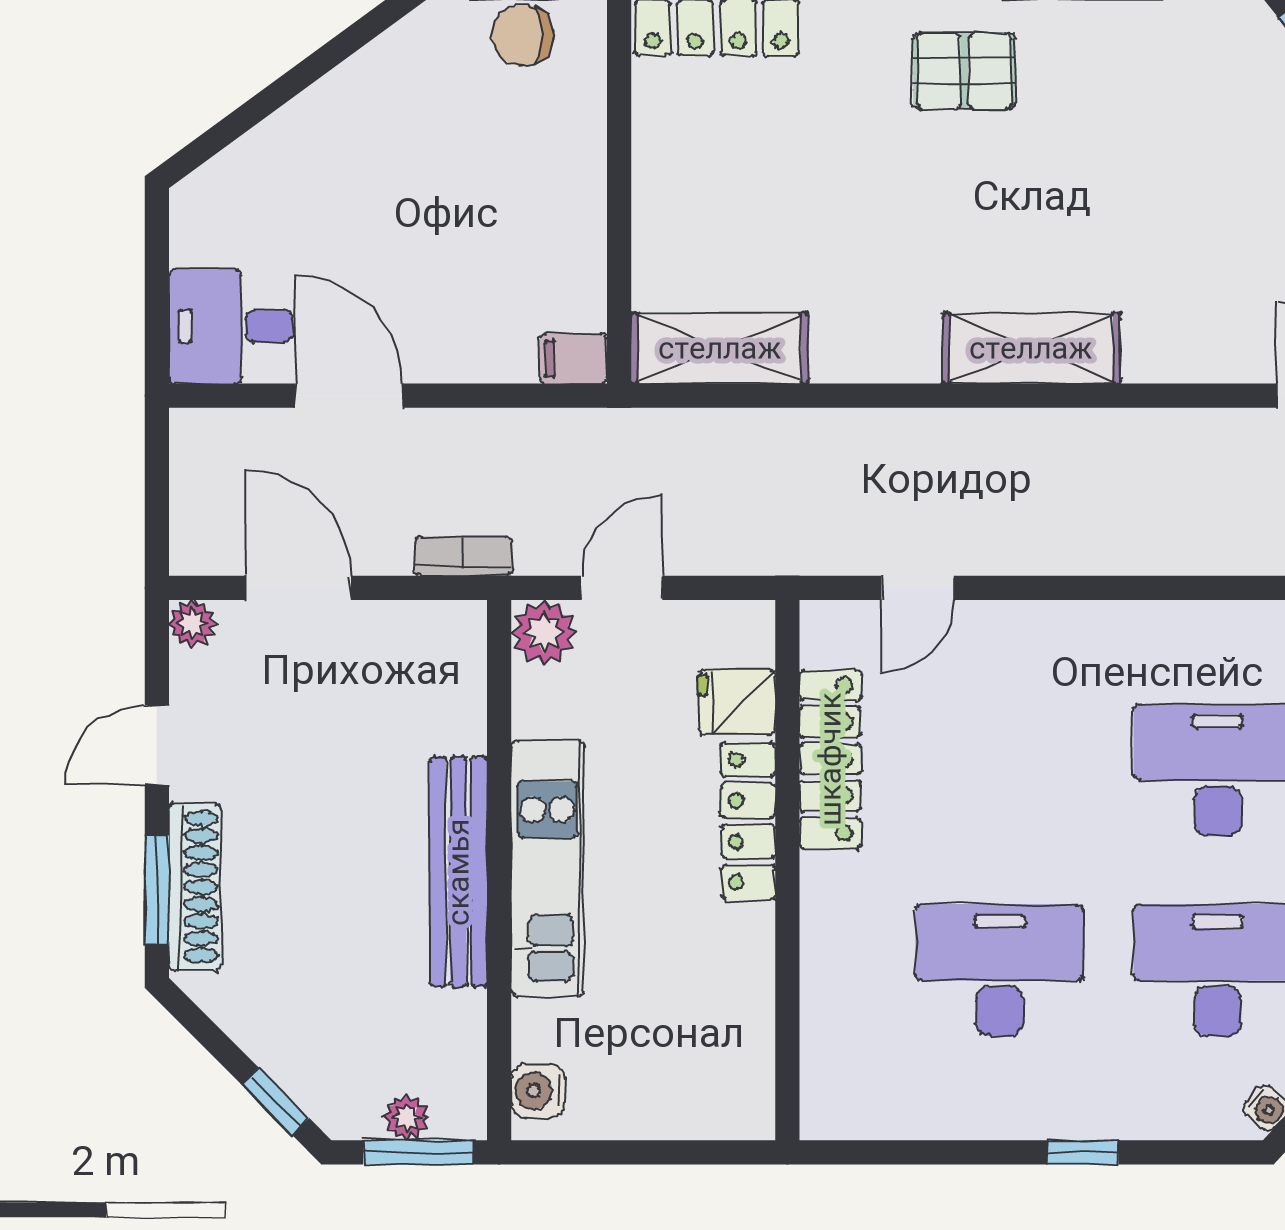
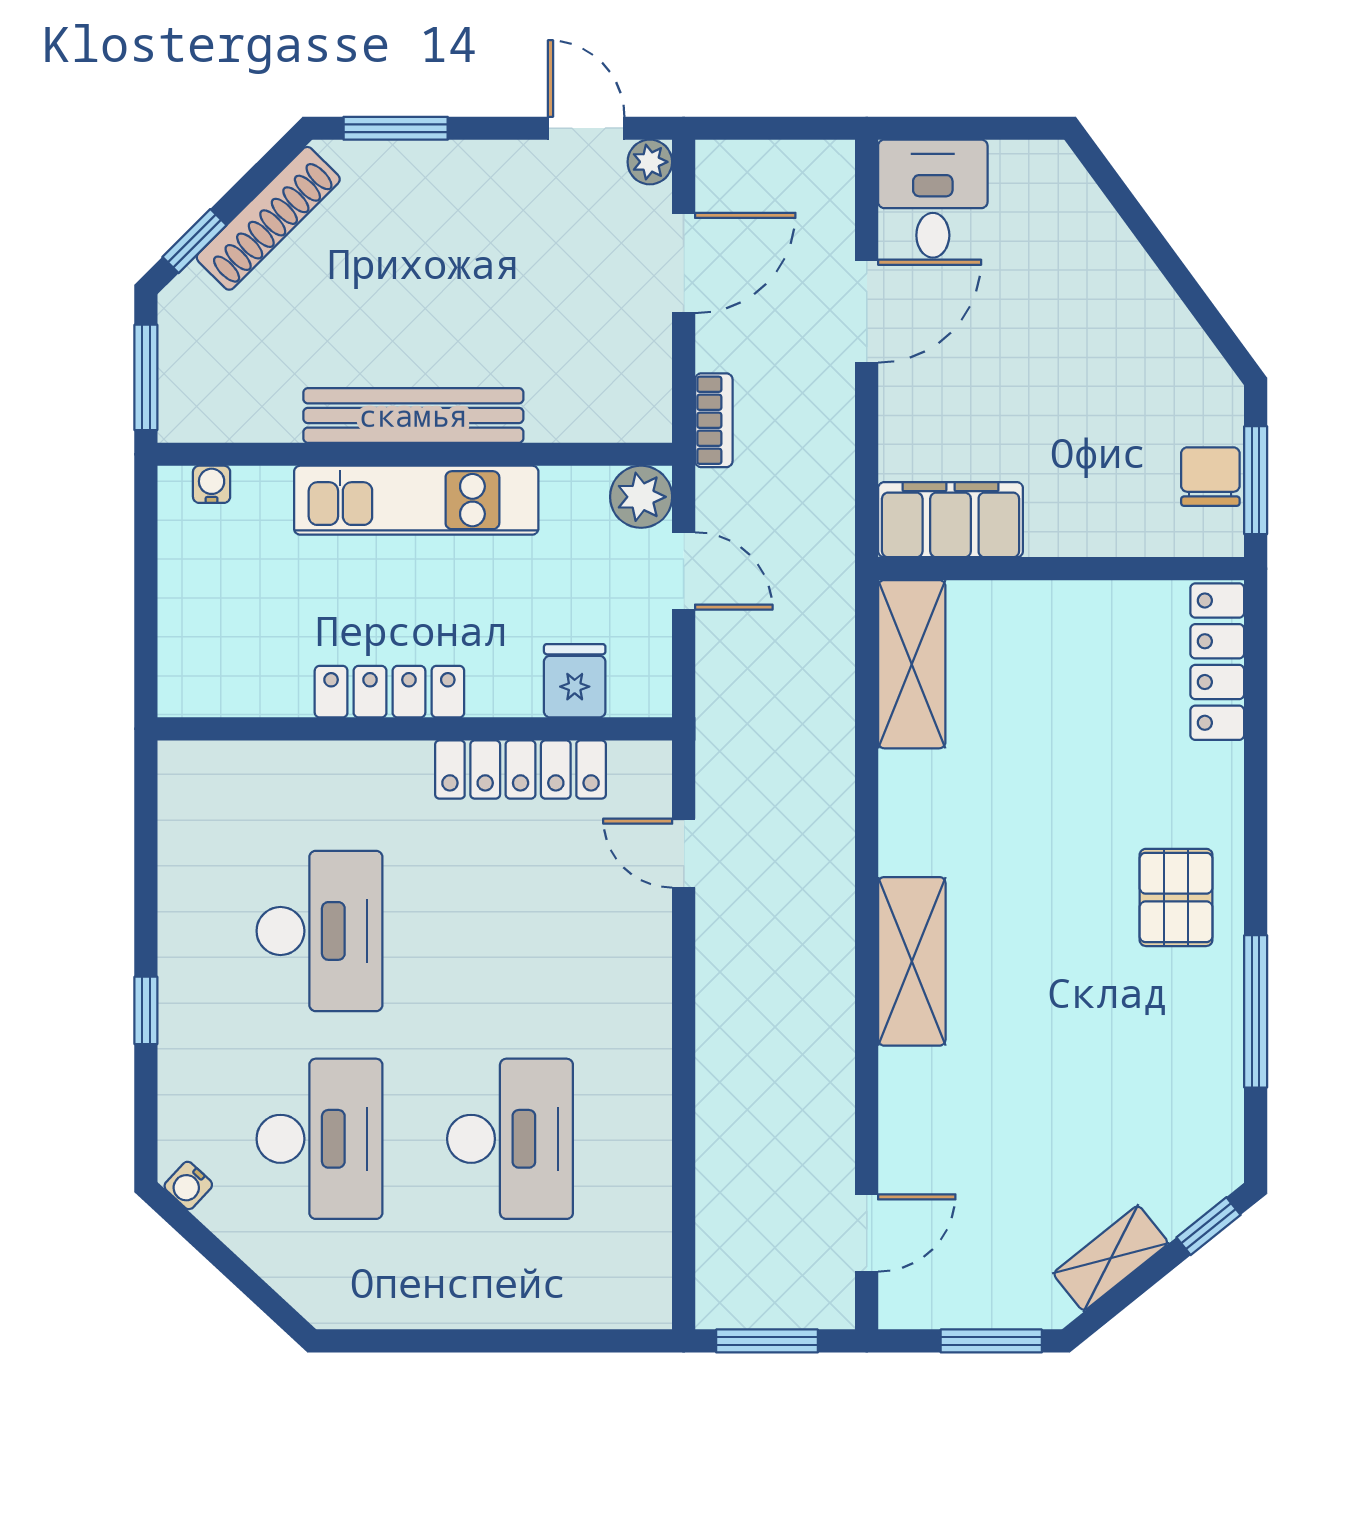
filing cabinet: (573, 358) -> (951, 520), width x3.00, depth x1.17
door: (157, 745) -> (586, 128), moved
locker: (748, 821) -> (389, 692), moved
shoe rack: (195, 887) -> (268, 218), moved, turned -45
water cooler: (538, 1091) -> (212, 484), width x0.72, depth x0.72
plant: (407, 1117) -> (179, 366), removed

